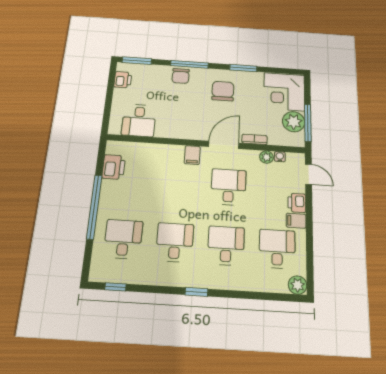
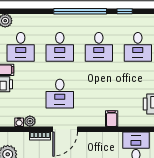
filing cabinet: (192, 155) -> (112, 119), moved
window: (115, 287) -> (125, 11), moved
window: (196, 292) -> (80, 11), width x3.17

